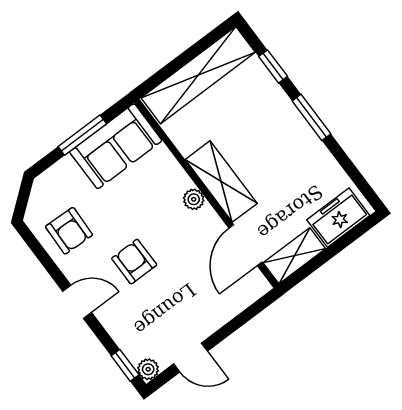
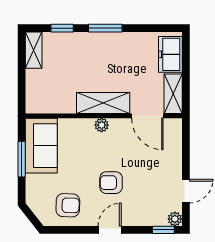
shelving: (198, 75) -> (34, 50), width x0.45, depth x0.75

